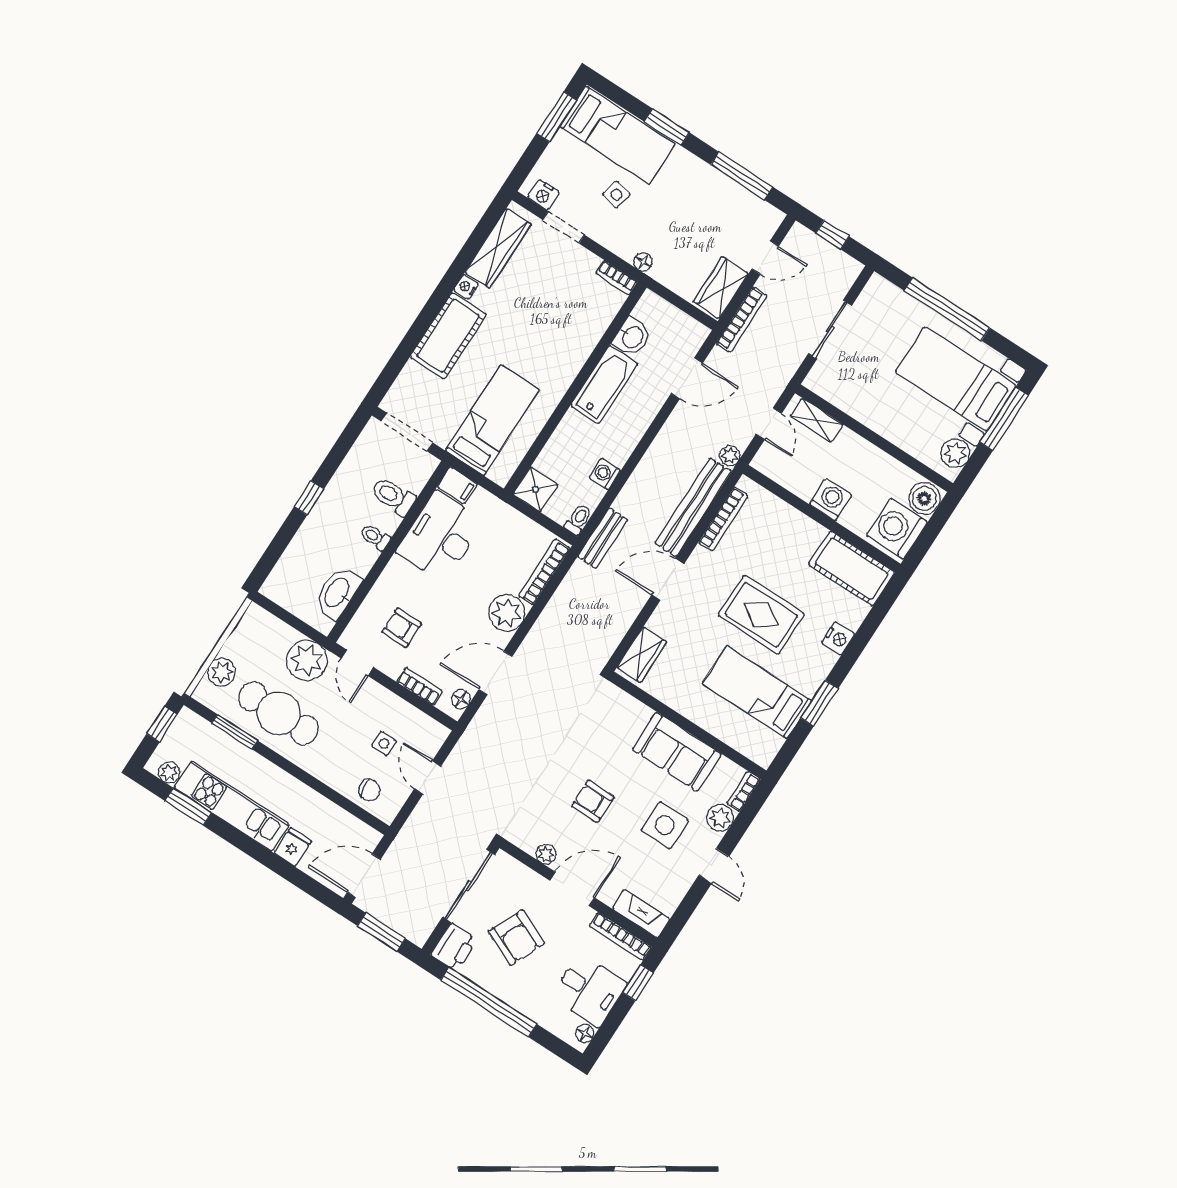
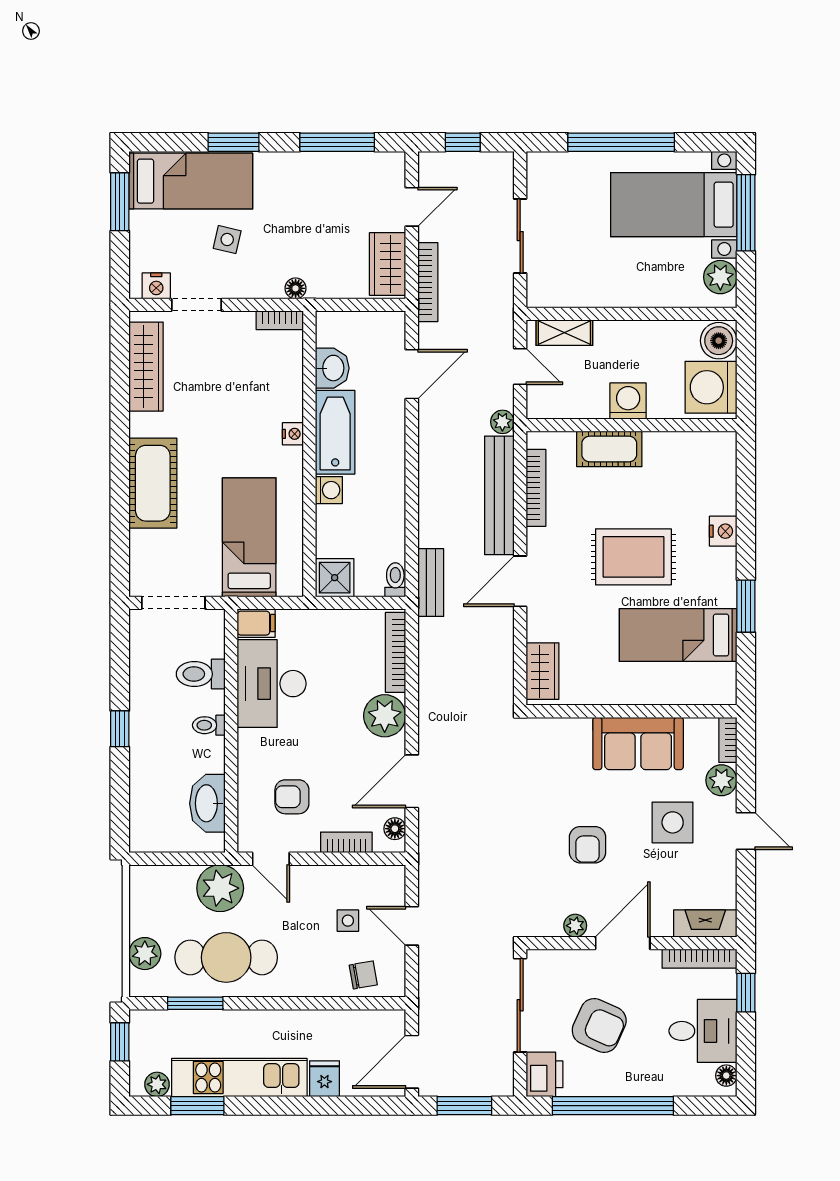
nightstand: (466, 287) -> (293, 434), moved, turned 180
washing machine: (605, 474) -> (329, 490), moved, turned 180
cot: (852, 569) -> (609, 449), moved, width x0.73, depth x0.75
armchair: (593, 801) -> (588, 845), turned -90

